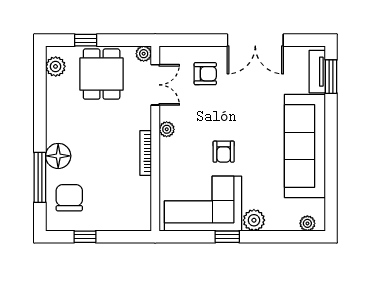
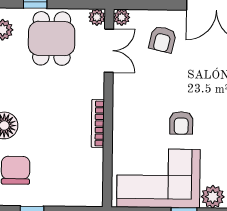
armchair: (205, 74) -> (163, 39), turned 103
plant: (167, 129) -> (122, 17), moved

